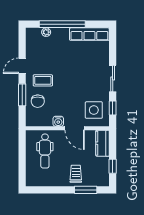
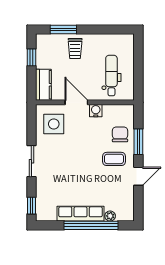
row of seats: (89, 34) -> (81, 214), moved
window: (113, 108) -> (31, 206), moved

